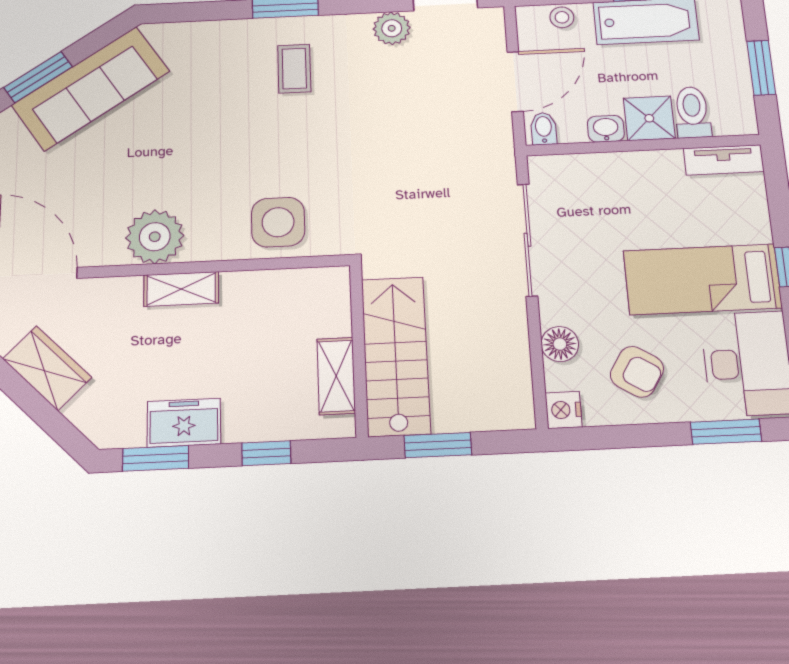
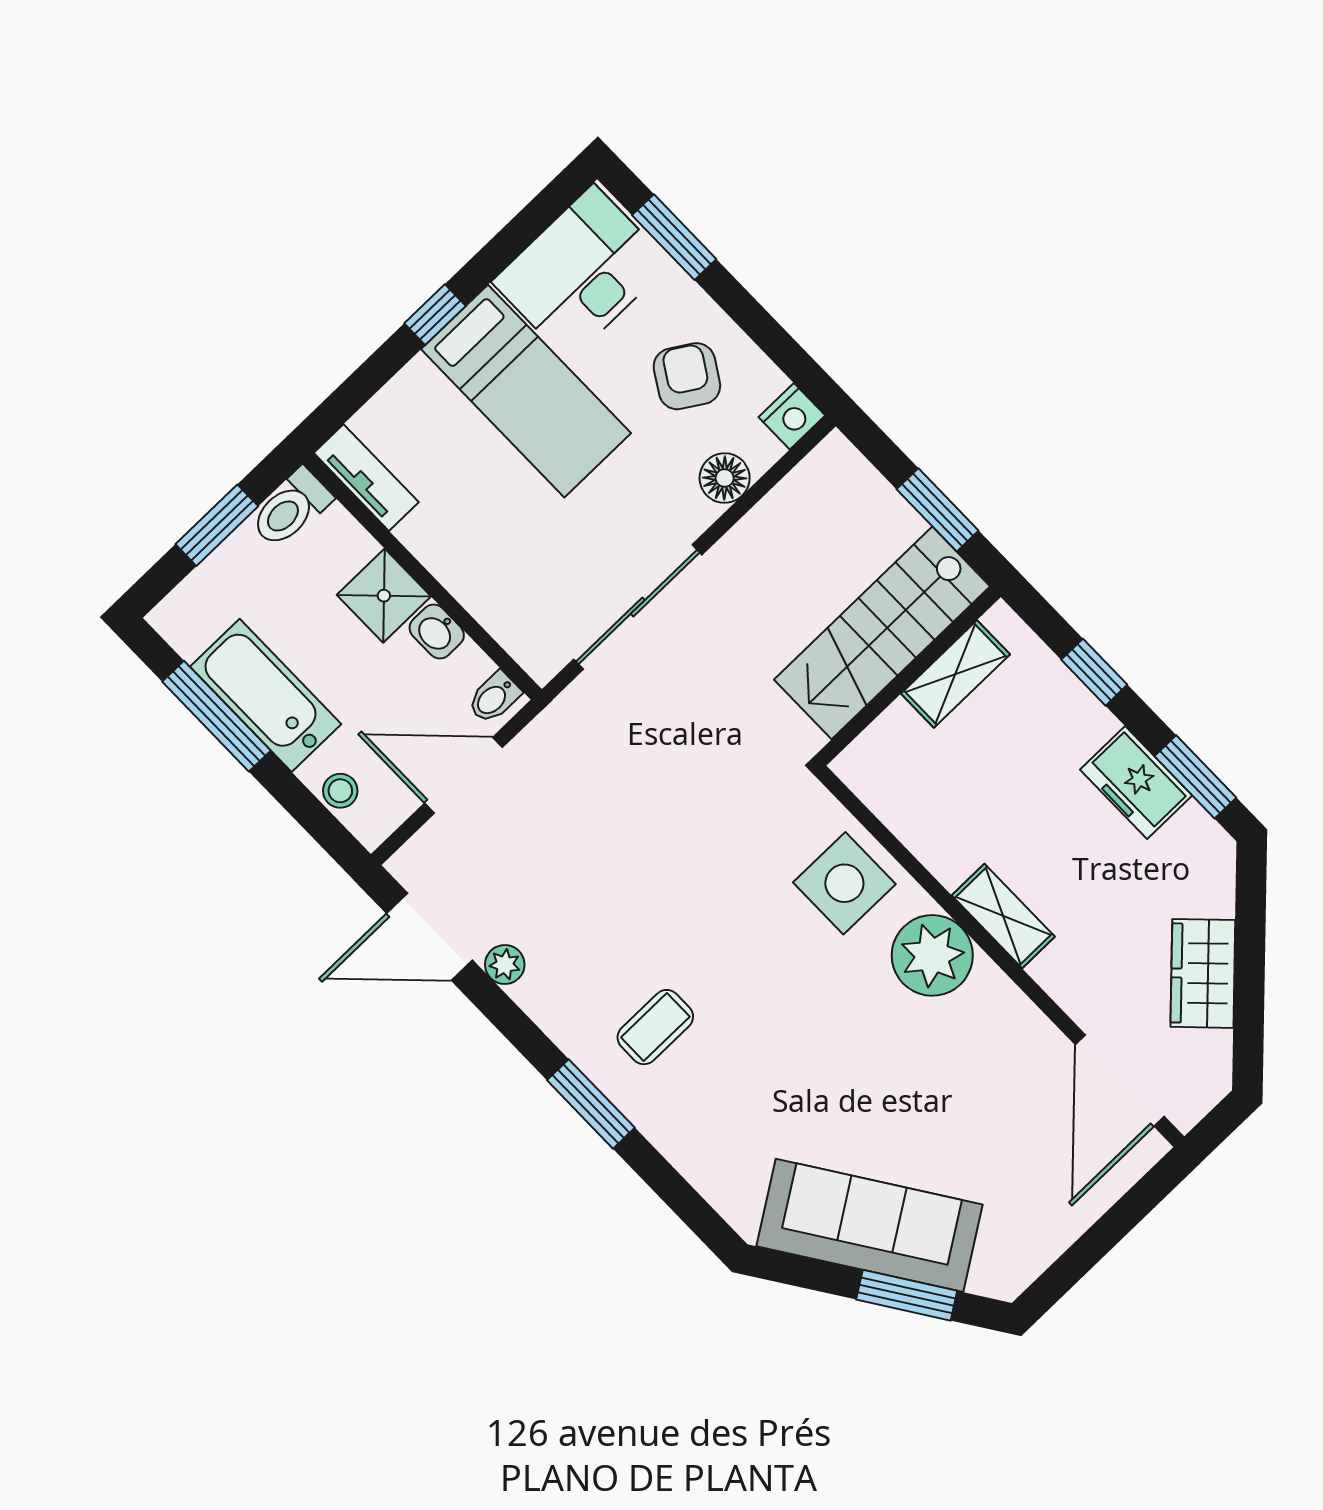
plant: (392, 28) -> (505, 965), width x0.73, depth x0.73
toilet: (692, 112) -> (291, 508), moved
plant: (155, 237) -> (932, 955), moved

